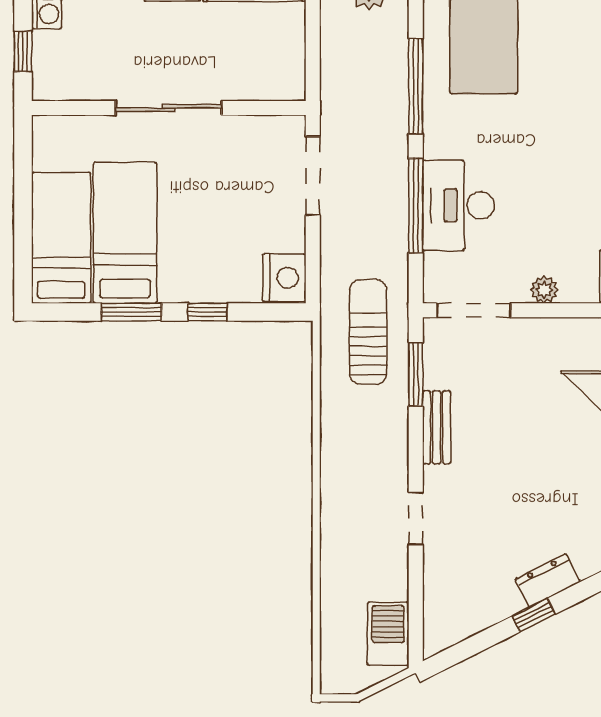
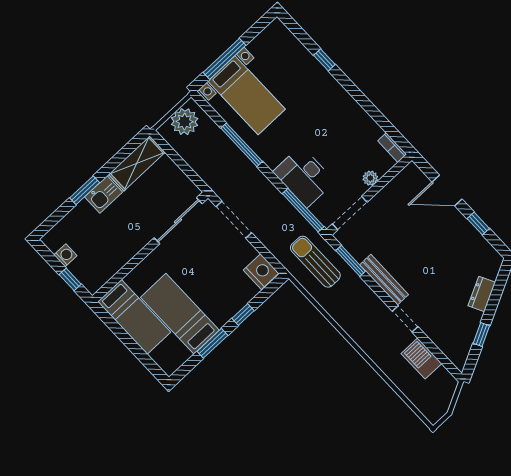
sliding door: (169, 108) -> (178, 221), moved
window: (416, 206) -> (303, 210), moved
bed: (61, 238) -> (134, 317), moved, turned 180
bench: (437, 427) -> (384, 280), width x1.36
window: (534, 615) -> (481, 335), moved
barbecue: (388, 634) -> (421, 359), moved

